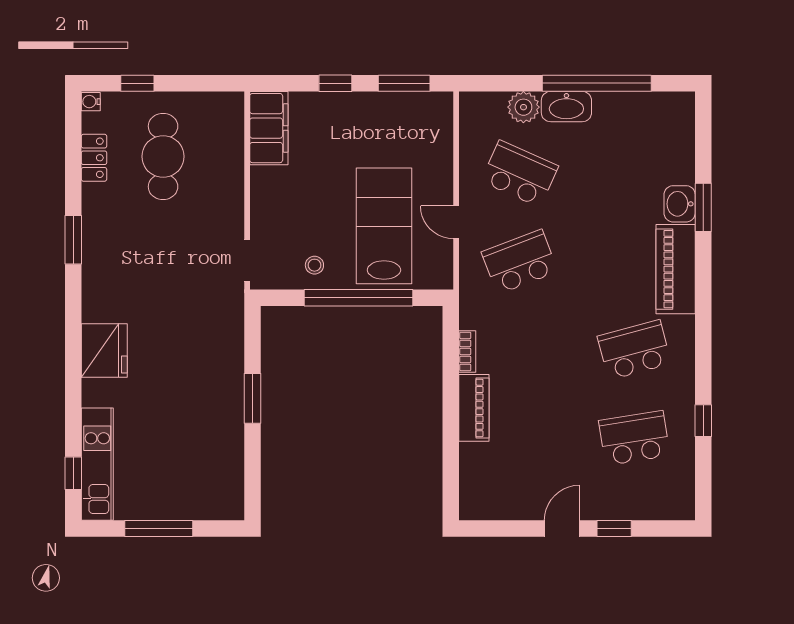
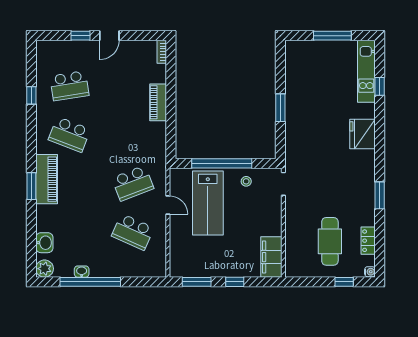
plant: (523, 107) -> (45, 269), moved
washbasin: (566, 107) -> (82, 272), moved, width x0.52, depth x0.69
washbasin: (680, 204) -> (44, 243), moved
window: (703, 207) -> (31, 186), moved
school desk: (634, 350) -> (69, 134), turned 36
bookcase: (467, 351) -> (162, 52), moved
window: (73, 473) -> (380, 86), moved

